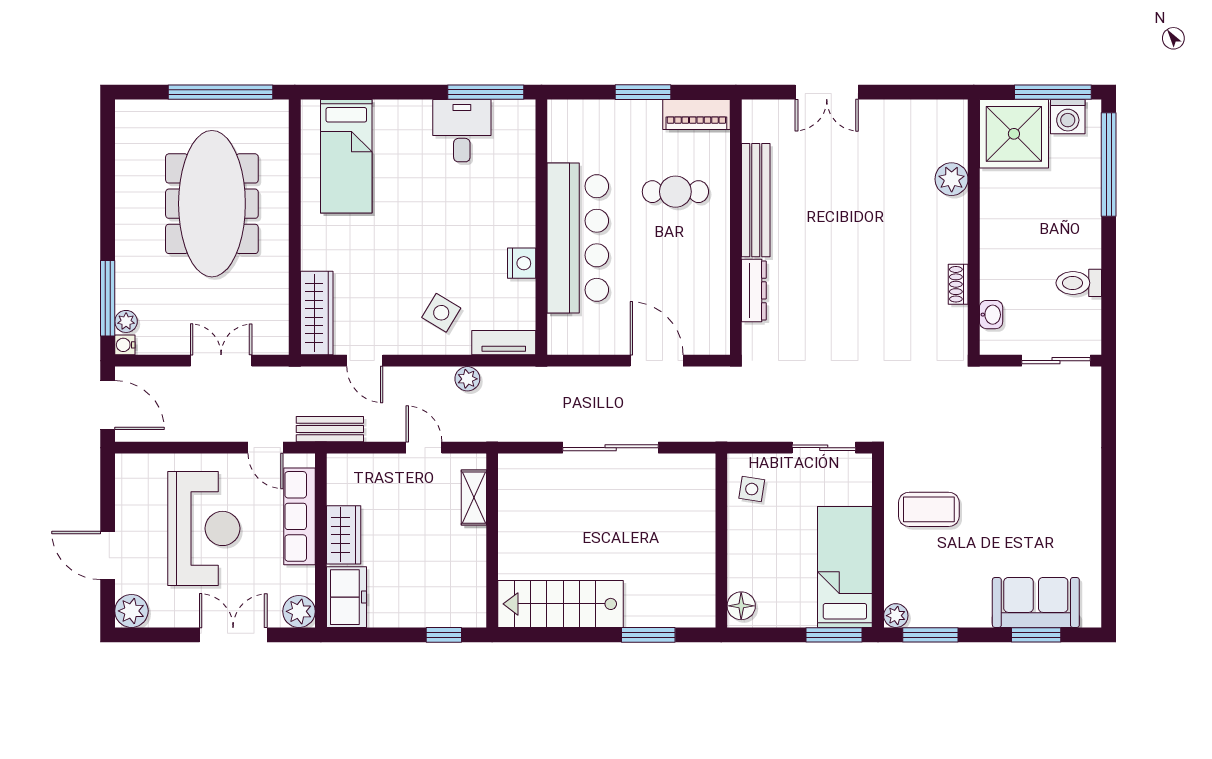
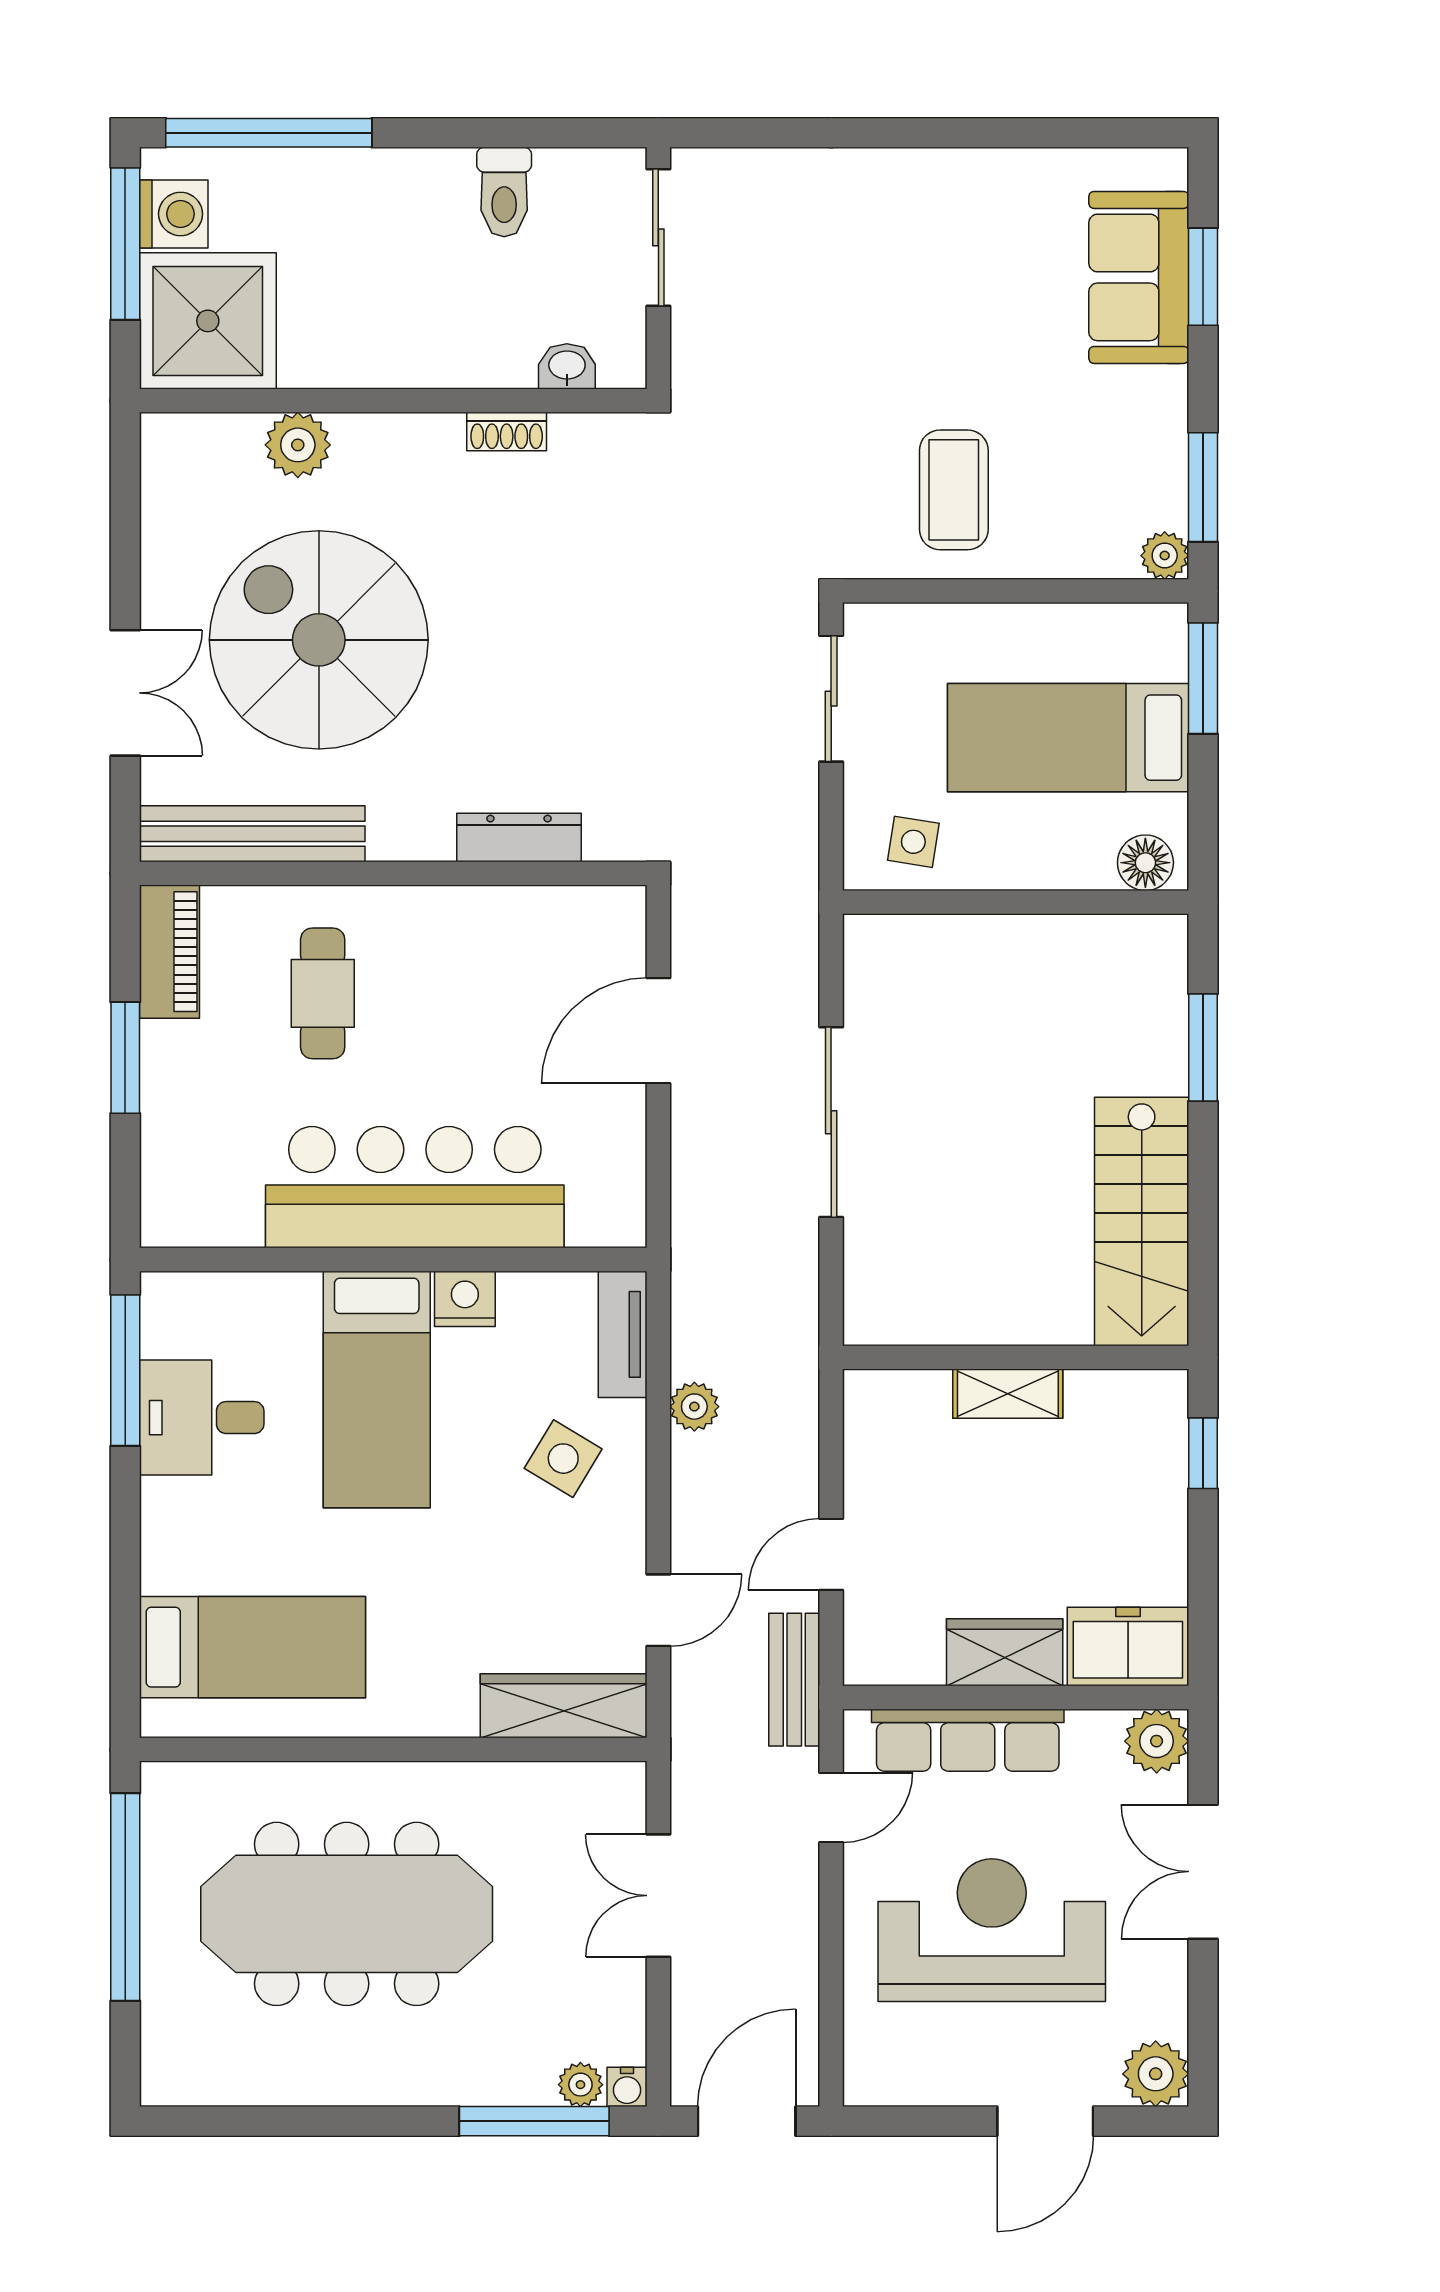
spiral stairs: (853, 190) -> (319, 640), added
bench: (756, 200) -> (252, 834), moved
bed: (476, 219) -> (377, 1389), added
door: (424, 448) -> (831, 1554), moved
shelving: (474, 498) -> (1008, 1394), moved
bed: (845, 567) -> (1068, 738), moved

